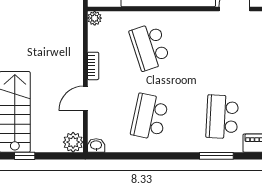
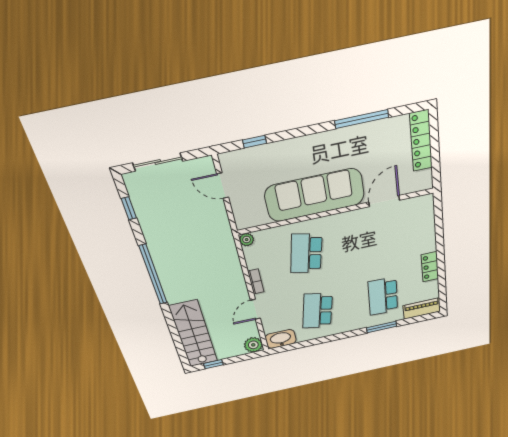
school desk: (150, 47) -> (306, 253), turned 30
washbasin: (96, 145) -> (281, 339), width x1.91, depth x1.45

